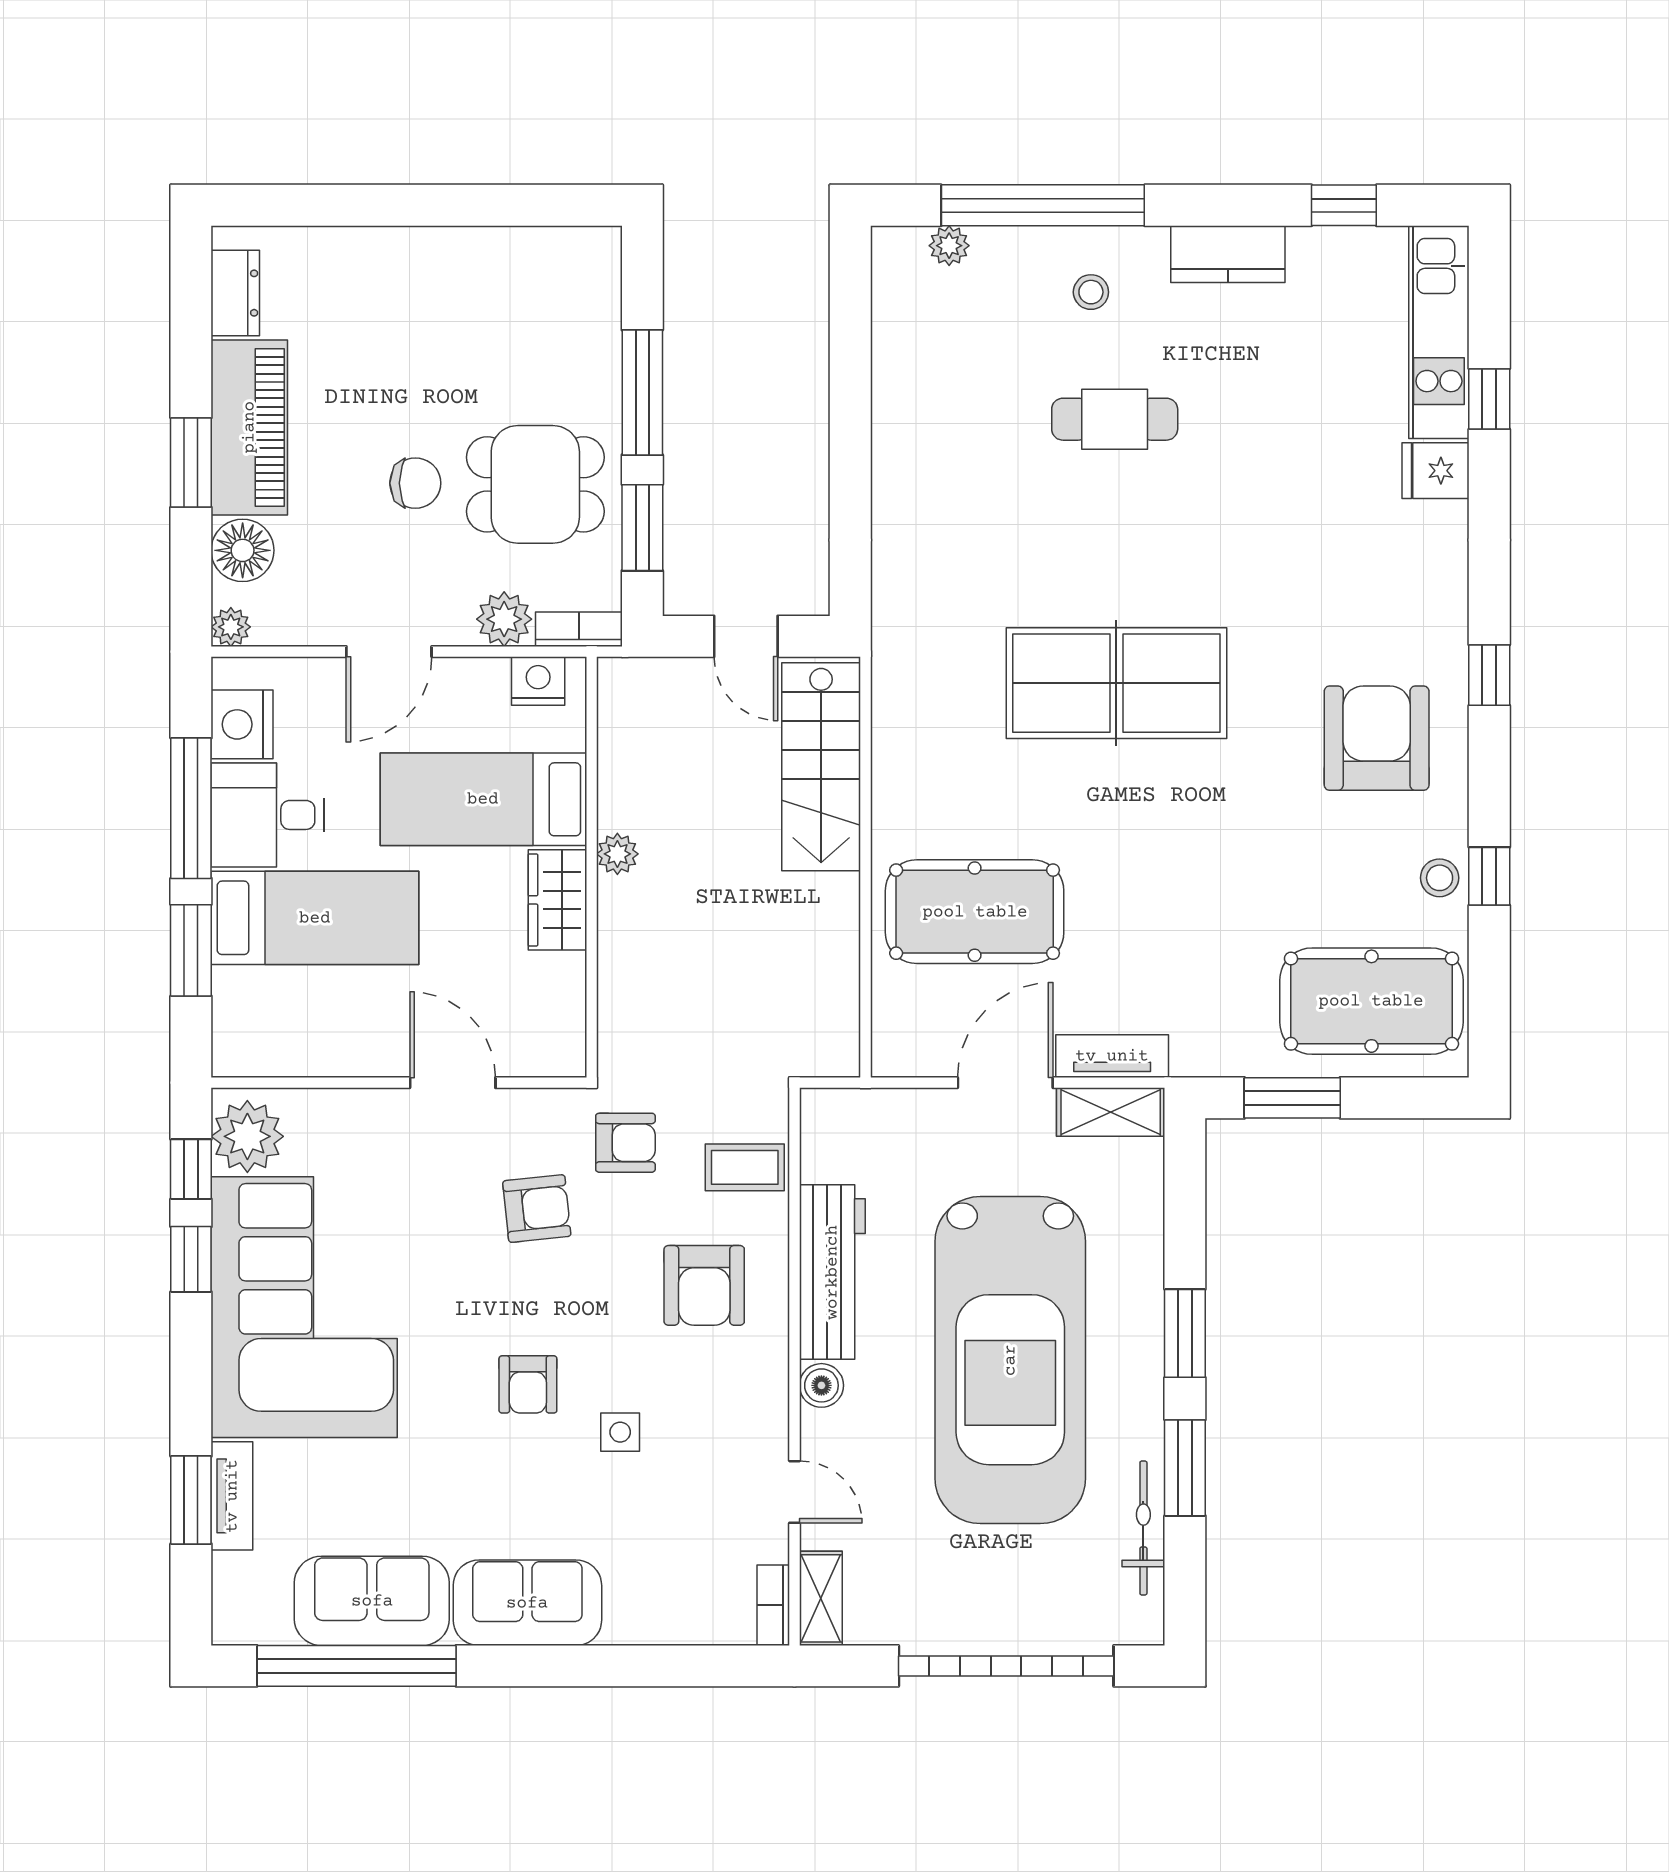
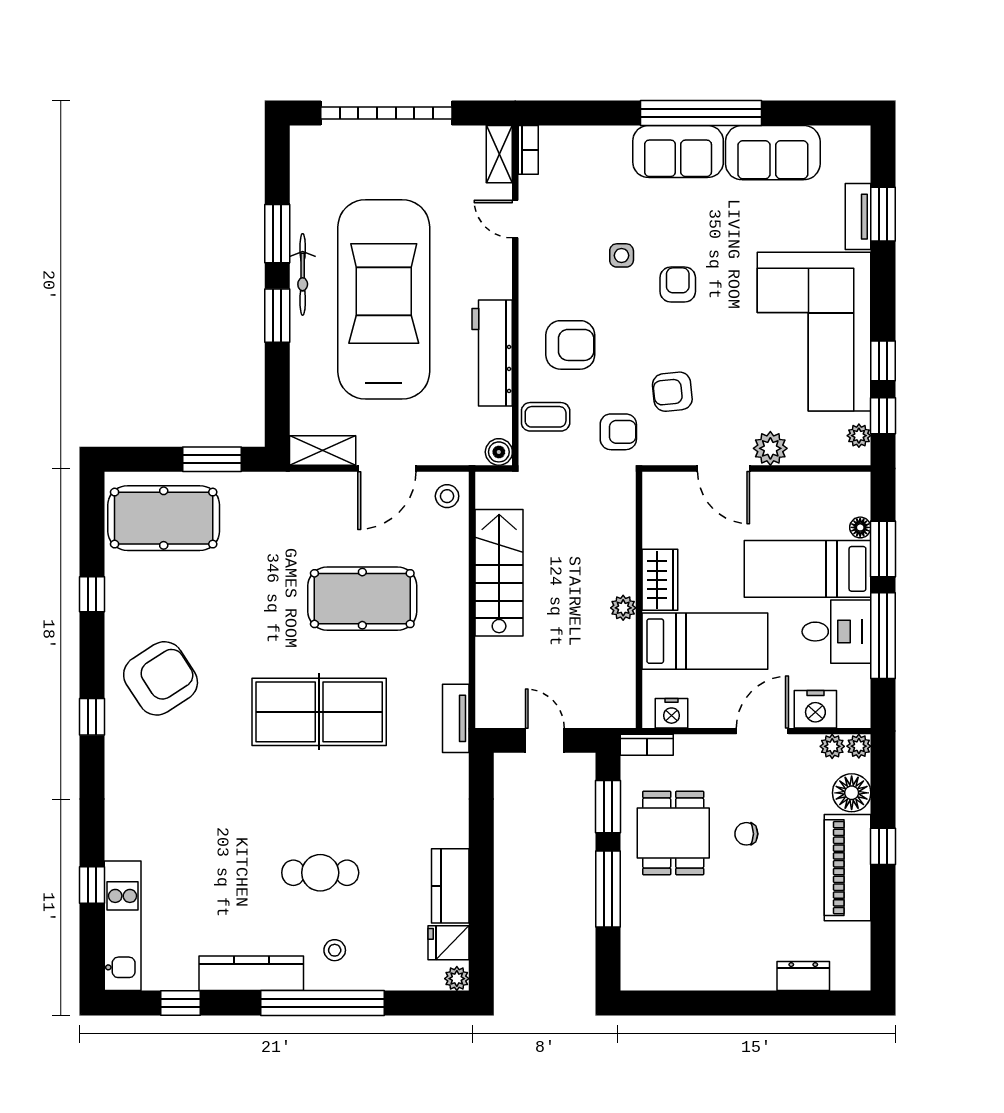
window: (1043, 205) -> (323, 1003), moved
plant: (949, 246) -> (457, 979), moved
kitchen counter: (1228, 254) -> (251, 973), width x1.50
dresser: (235, 293) -> (803, 976), moved, turned 90
kitchen counter: (901, 397) -> (450, 886), added
window: (191, 462) -> (883, 846), width x0.67
fridge: (1436, 471) -> (449, 943), moved, turned 180
chair: (415, 483) -> (746, 834), width x0.73, depth x0.73
dining table: (535, 484) -> (673, 833), turned 90
plant: (504, 619) -> (832, 746), moved, width x0.73, depth x0.73
nightstand: (242, 724) -> (815, 709), moved, turned 90
armchair: (1377, 738) -> (161, 678), turned -123
stairs: (821, 767) -> (499, 573), moved
stool: (1440, 878) -> (447, 496), moved
pool table: (975, 912) -> (362, 599), moved
floor lamp: (228, 986) -> (860, 527), added
tv unit: (1112, 1056) -> (456, 718), moved, turned 90
plant: (376, 1116) -> (770, 448), added
plant: (247, 1136) -> (859, 436), width x0.53, depth x0.53
armchair: (625, 1143) -> (618, 432), turned 180
armchair: (704, 1285) -> (570, 345), turned 90
boiler: (821, 1385) -> (499, 452), moved
bicycle: (1143, 1528) -> (303, 274), moved
window: (357, 1666) -> (701, 113), moved

